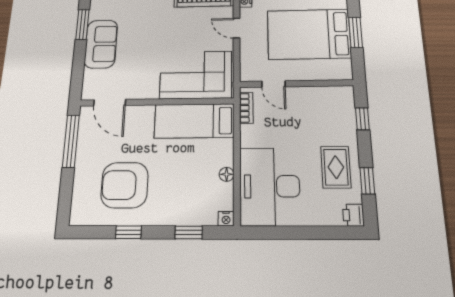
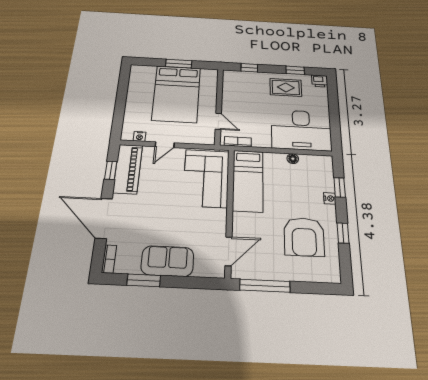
door: (273, 84) -> (218, 121), hinge flipped
nightstand: (226, 219) -> (330, 198), moved

